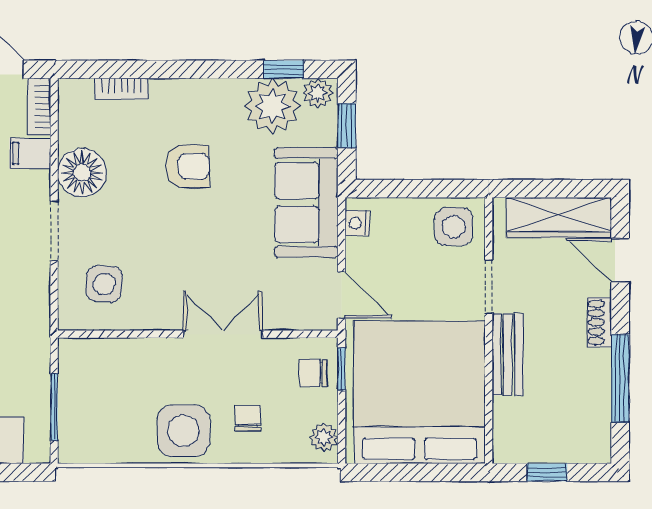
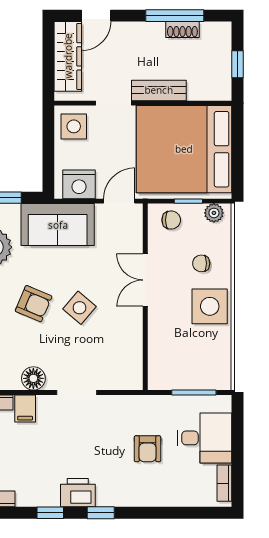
armchair: (188, 166) -> (34, 304), turned 113
floor lamp: (82, 173) -> (33, 378), width x0.73, depth x0.73
nightstand: (357, 223) -> (79, 184), width x1.89, depth x1.79
side table: (104, 284) -> (80, 308), moved, turned 36
shoe rack: (599, 322) -> (182, 30), moved
window: (342, 369) -> (188, 201), moved
chair: (313, 373) -> (171, 220), turned -90

